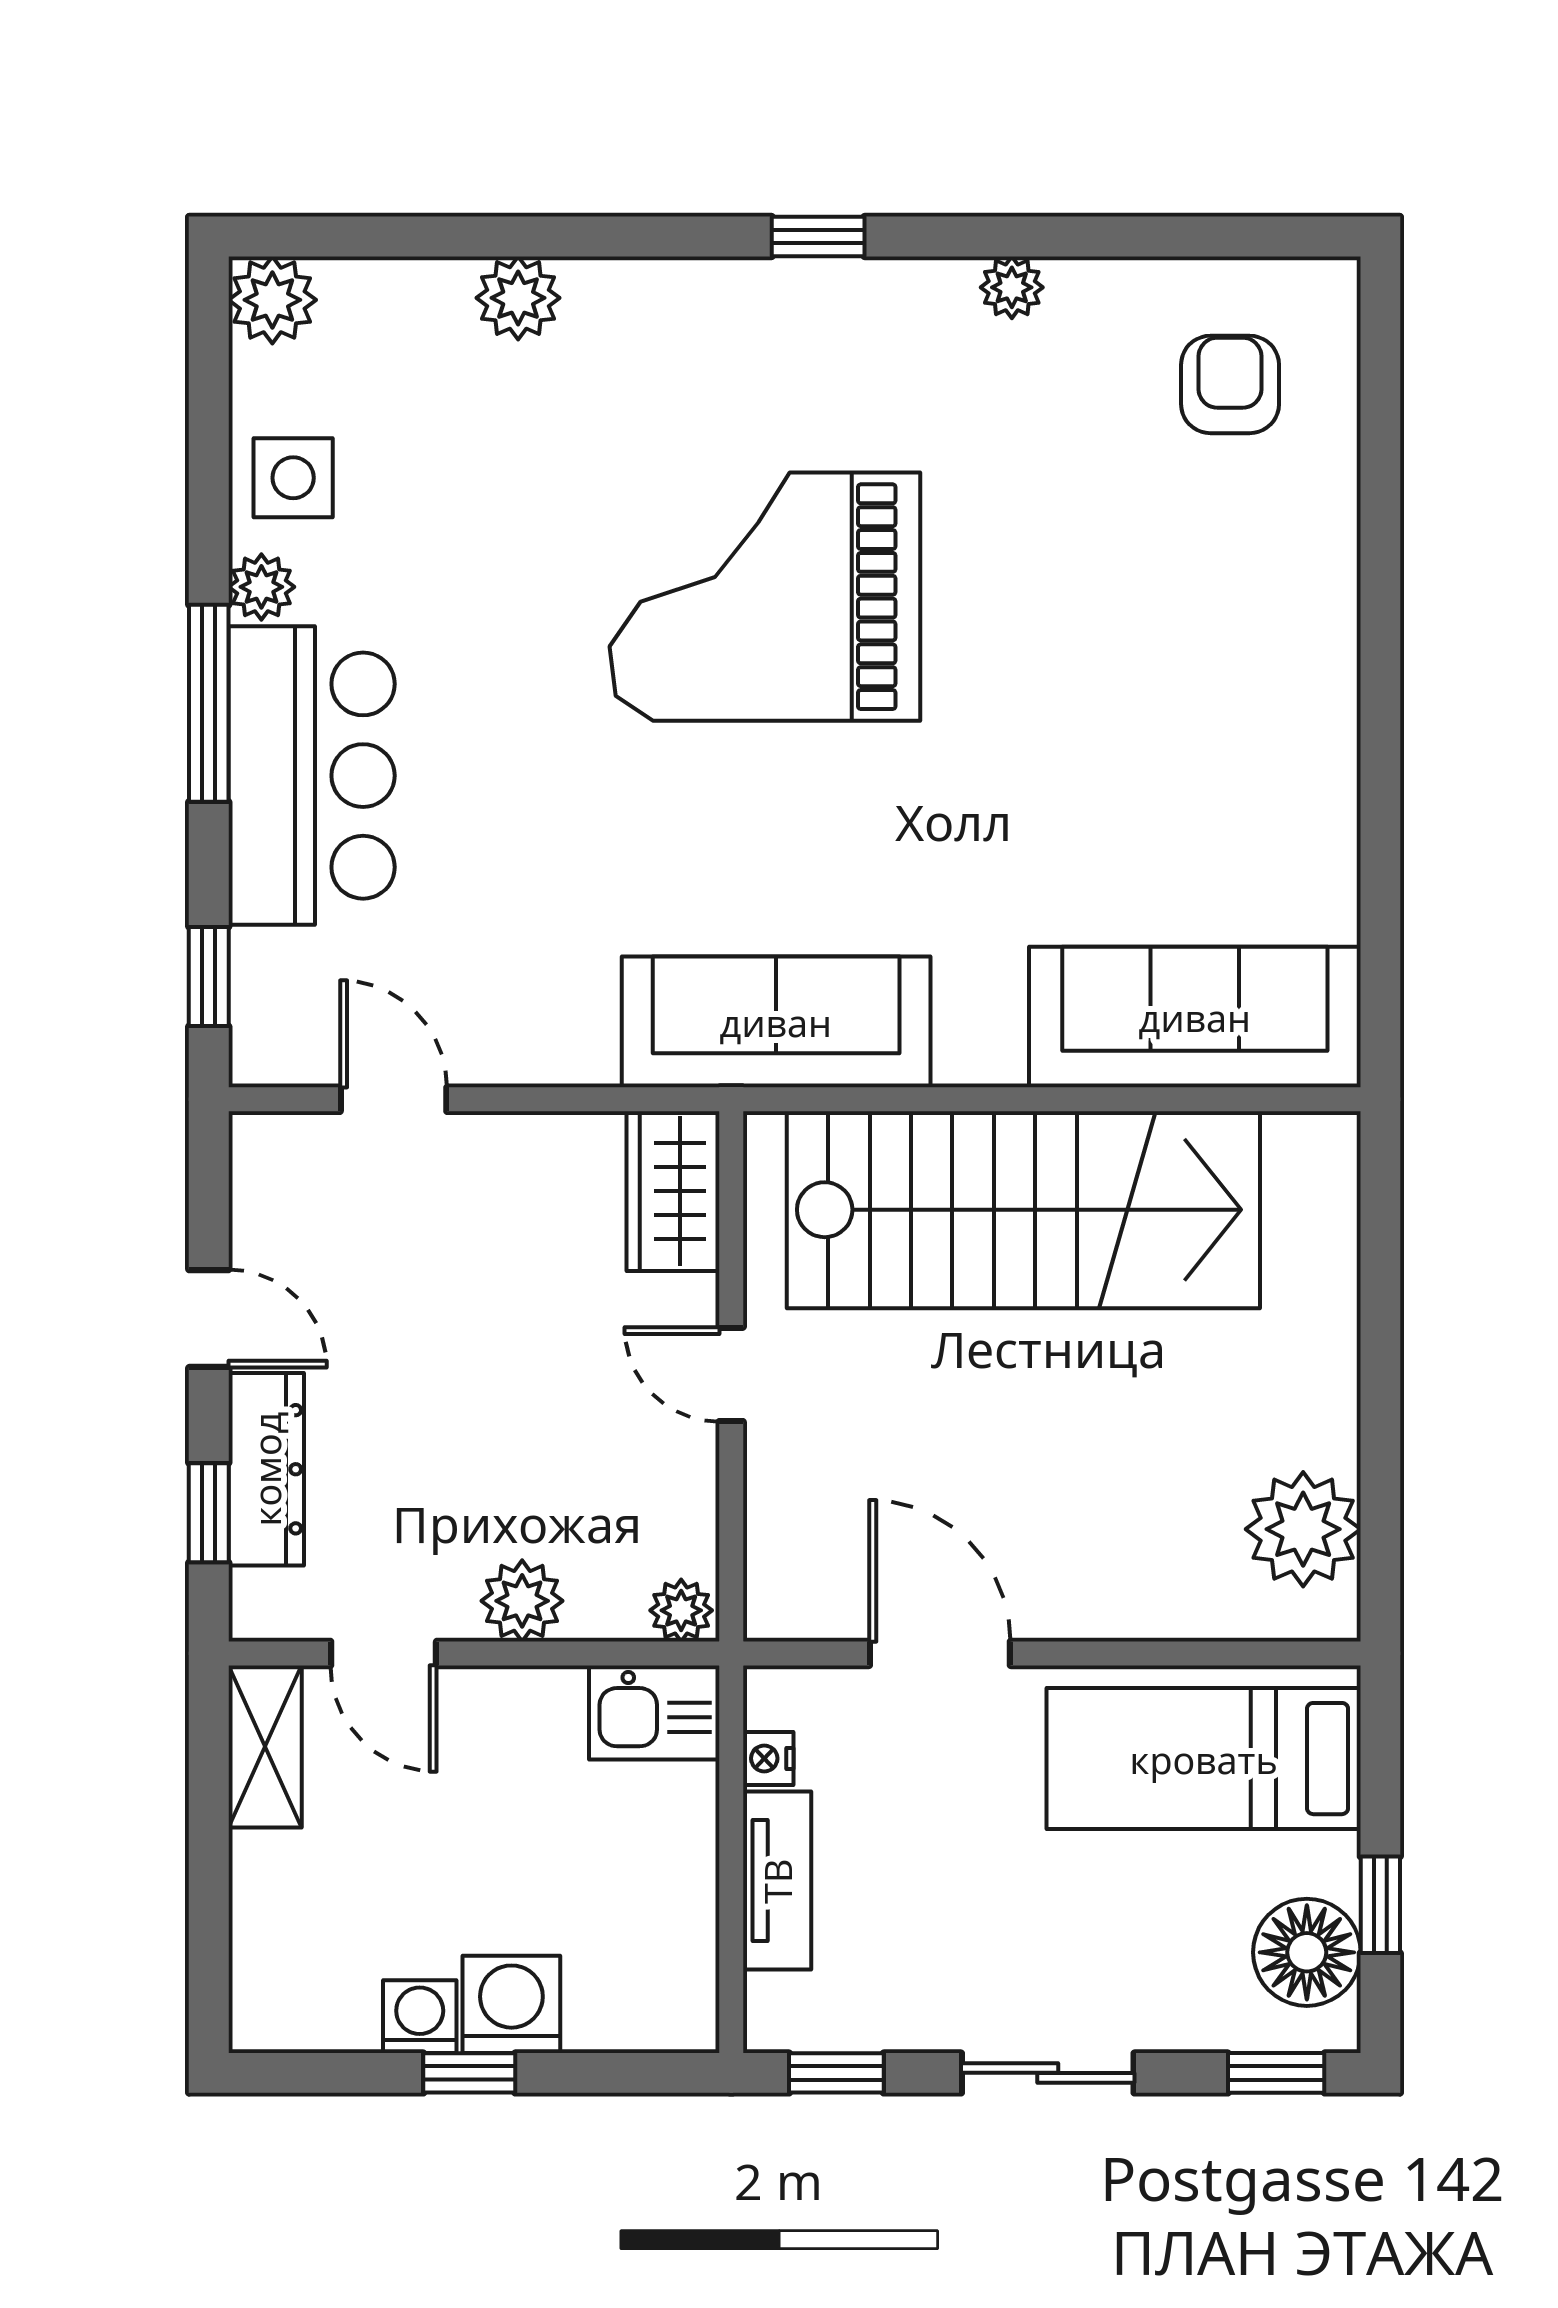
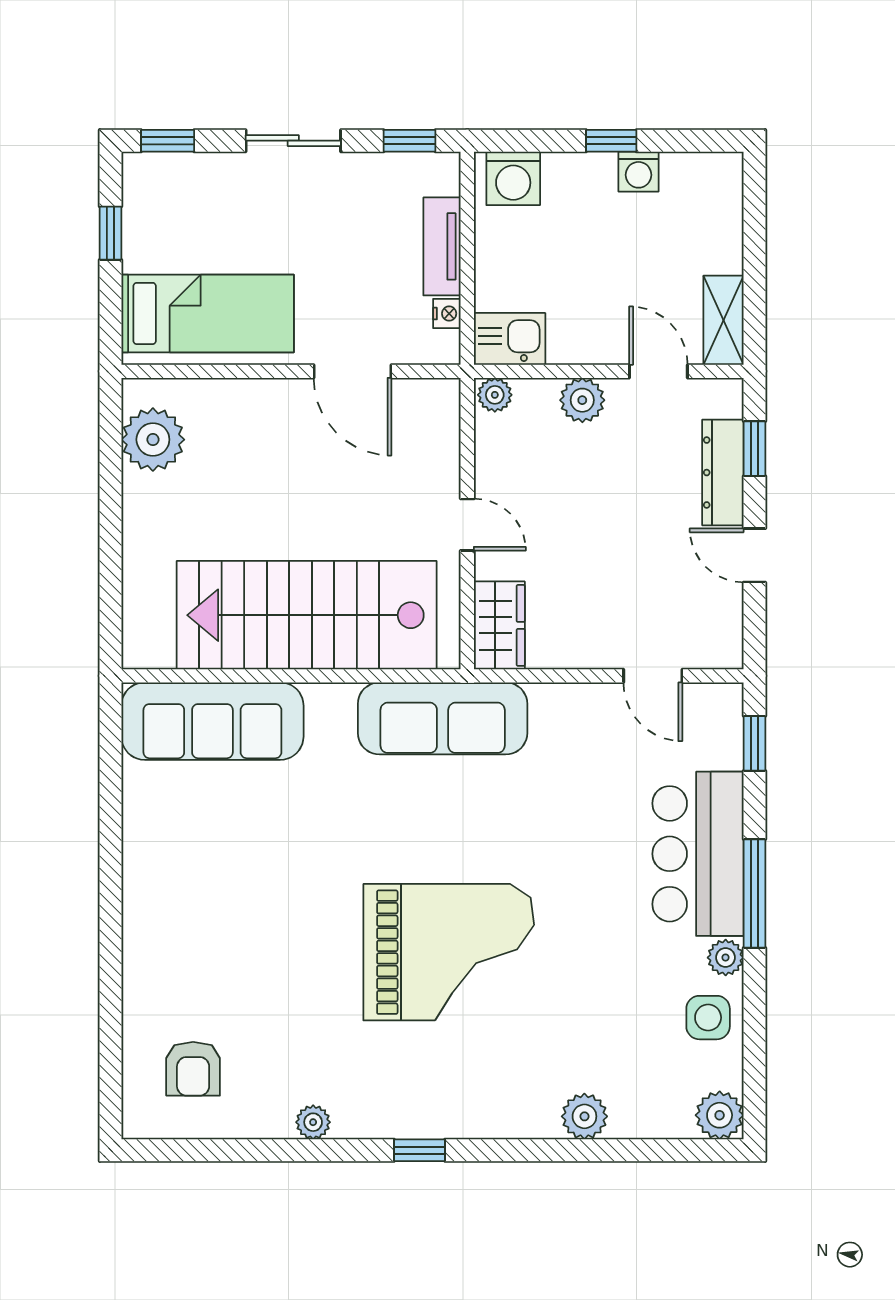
floor lamp: (1307, 1952) -> (151, 207), removed
washing machine: (511, 2004) -> (513, 178), moved

